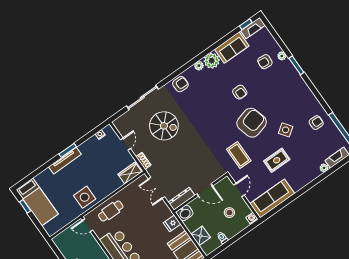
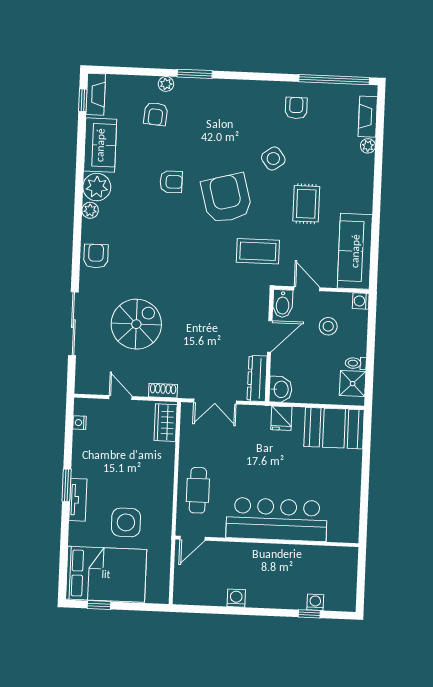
tv unit: (65, 161) -> (78, 500), width x0.71
bidet: (224, 184) -> (283, 304), added
side table: (85, 197) -> (126, 522), moved
bed: (37, 202) -> (106, 574), width x1.50
shower: (201, 236) -> (353, 384), moved

